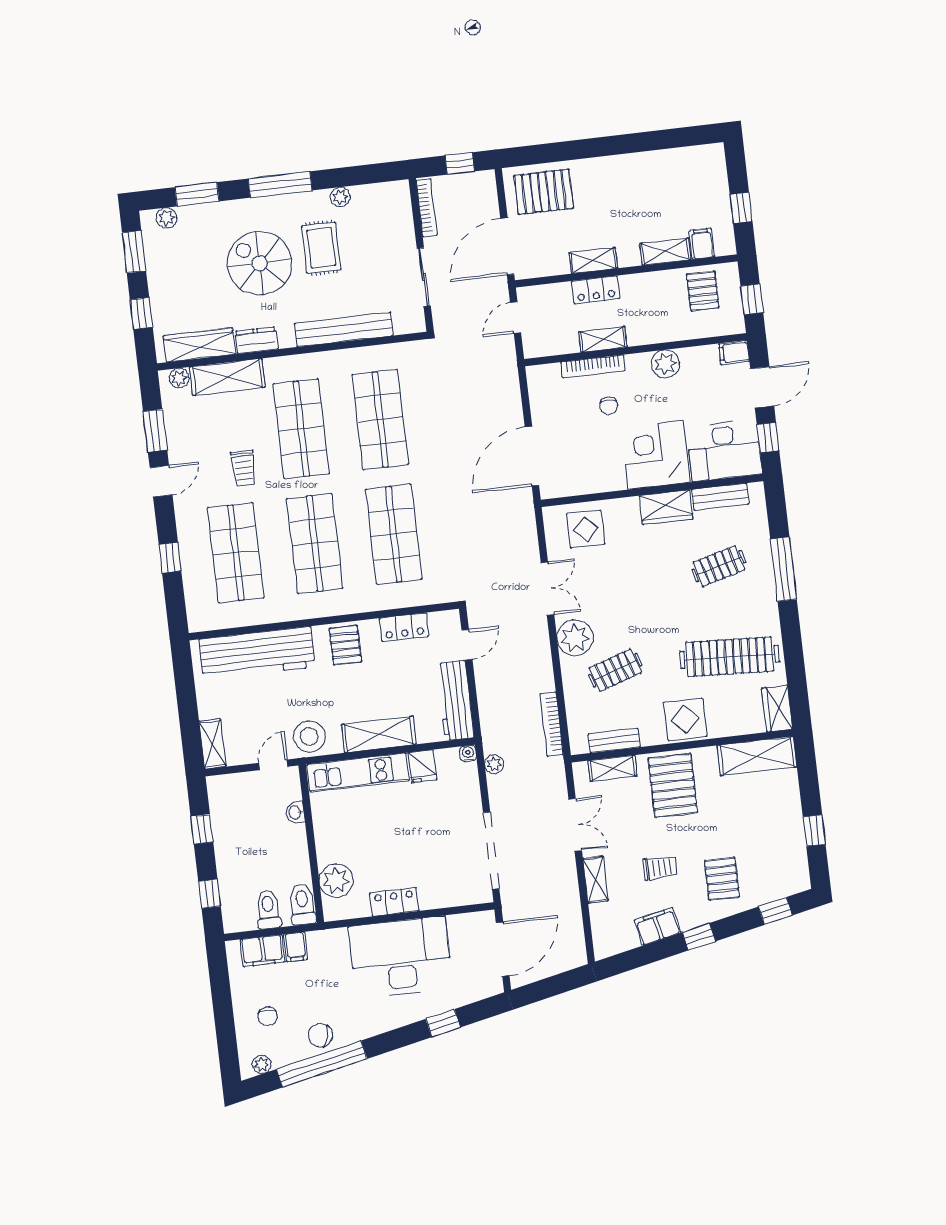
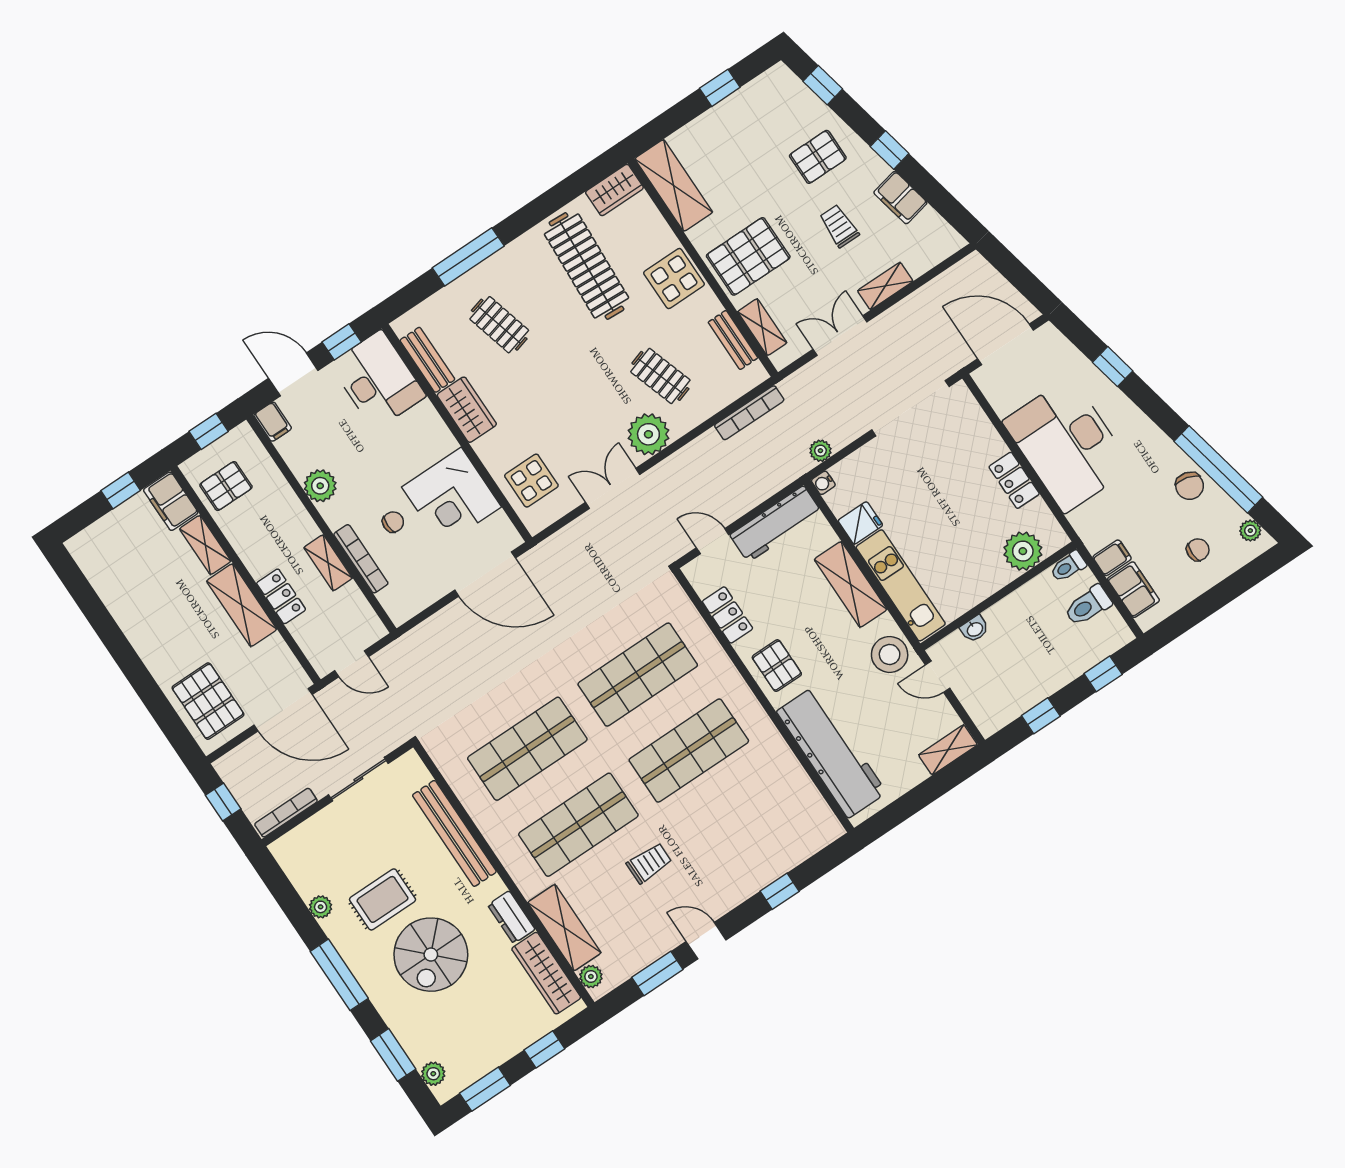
filing cabinet: (702, 244) -> (171, 501), width x2.00
shelving: (593, 261) -> (242, 605), width x1.50, depth x1.33
corner desk: (656, 455) -> (452, 497), moved
shop shelf: (236, 553) -> (740, 827), removed
pallet: (345, 645) -> (777, 666), turned 90
toilet: (302, 904) -> (1068, 566), width x0.73, depth x0.72

